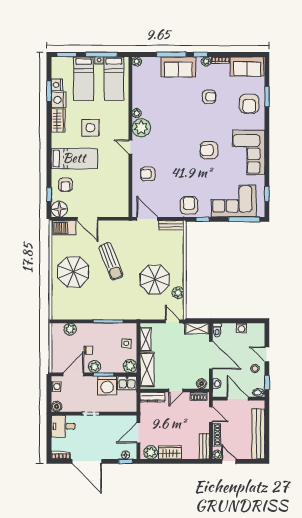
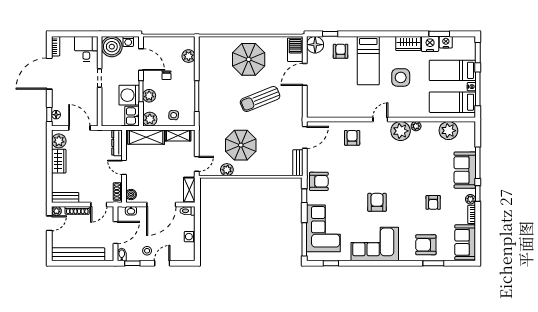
plant: (137, 61) -> (448, 131), moved, width x1.87, depth x1.87
armchair: (65, 185) -> (341, 51), turned 90
plant: (94, 367) -> (149, 96), moved
boiler: (57, 407) -> (112, 47), width x1.86, depth x1.86

